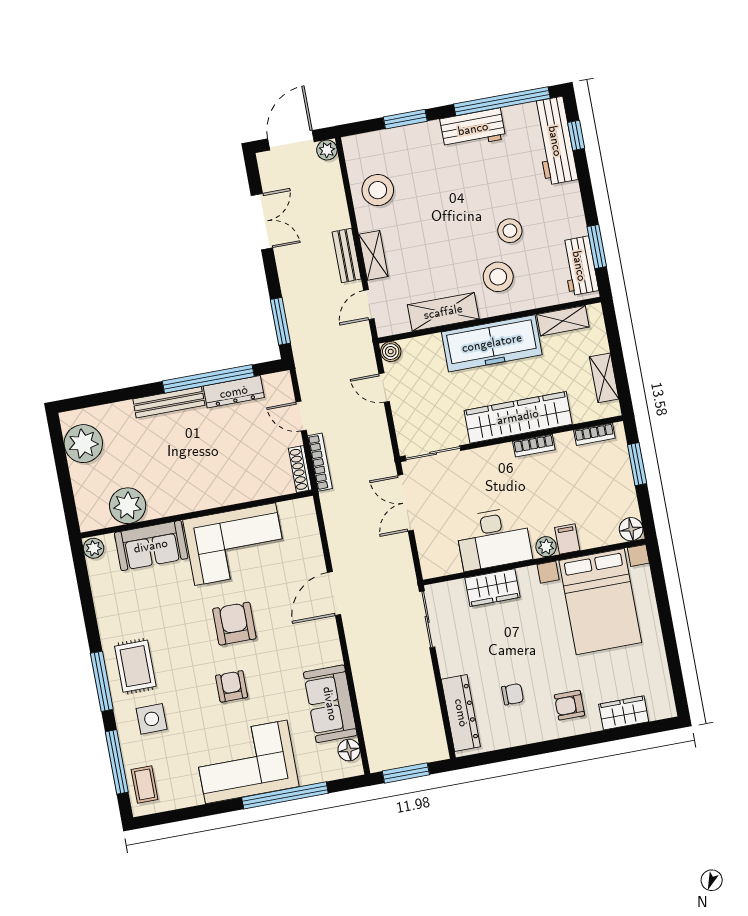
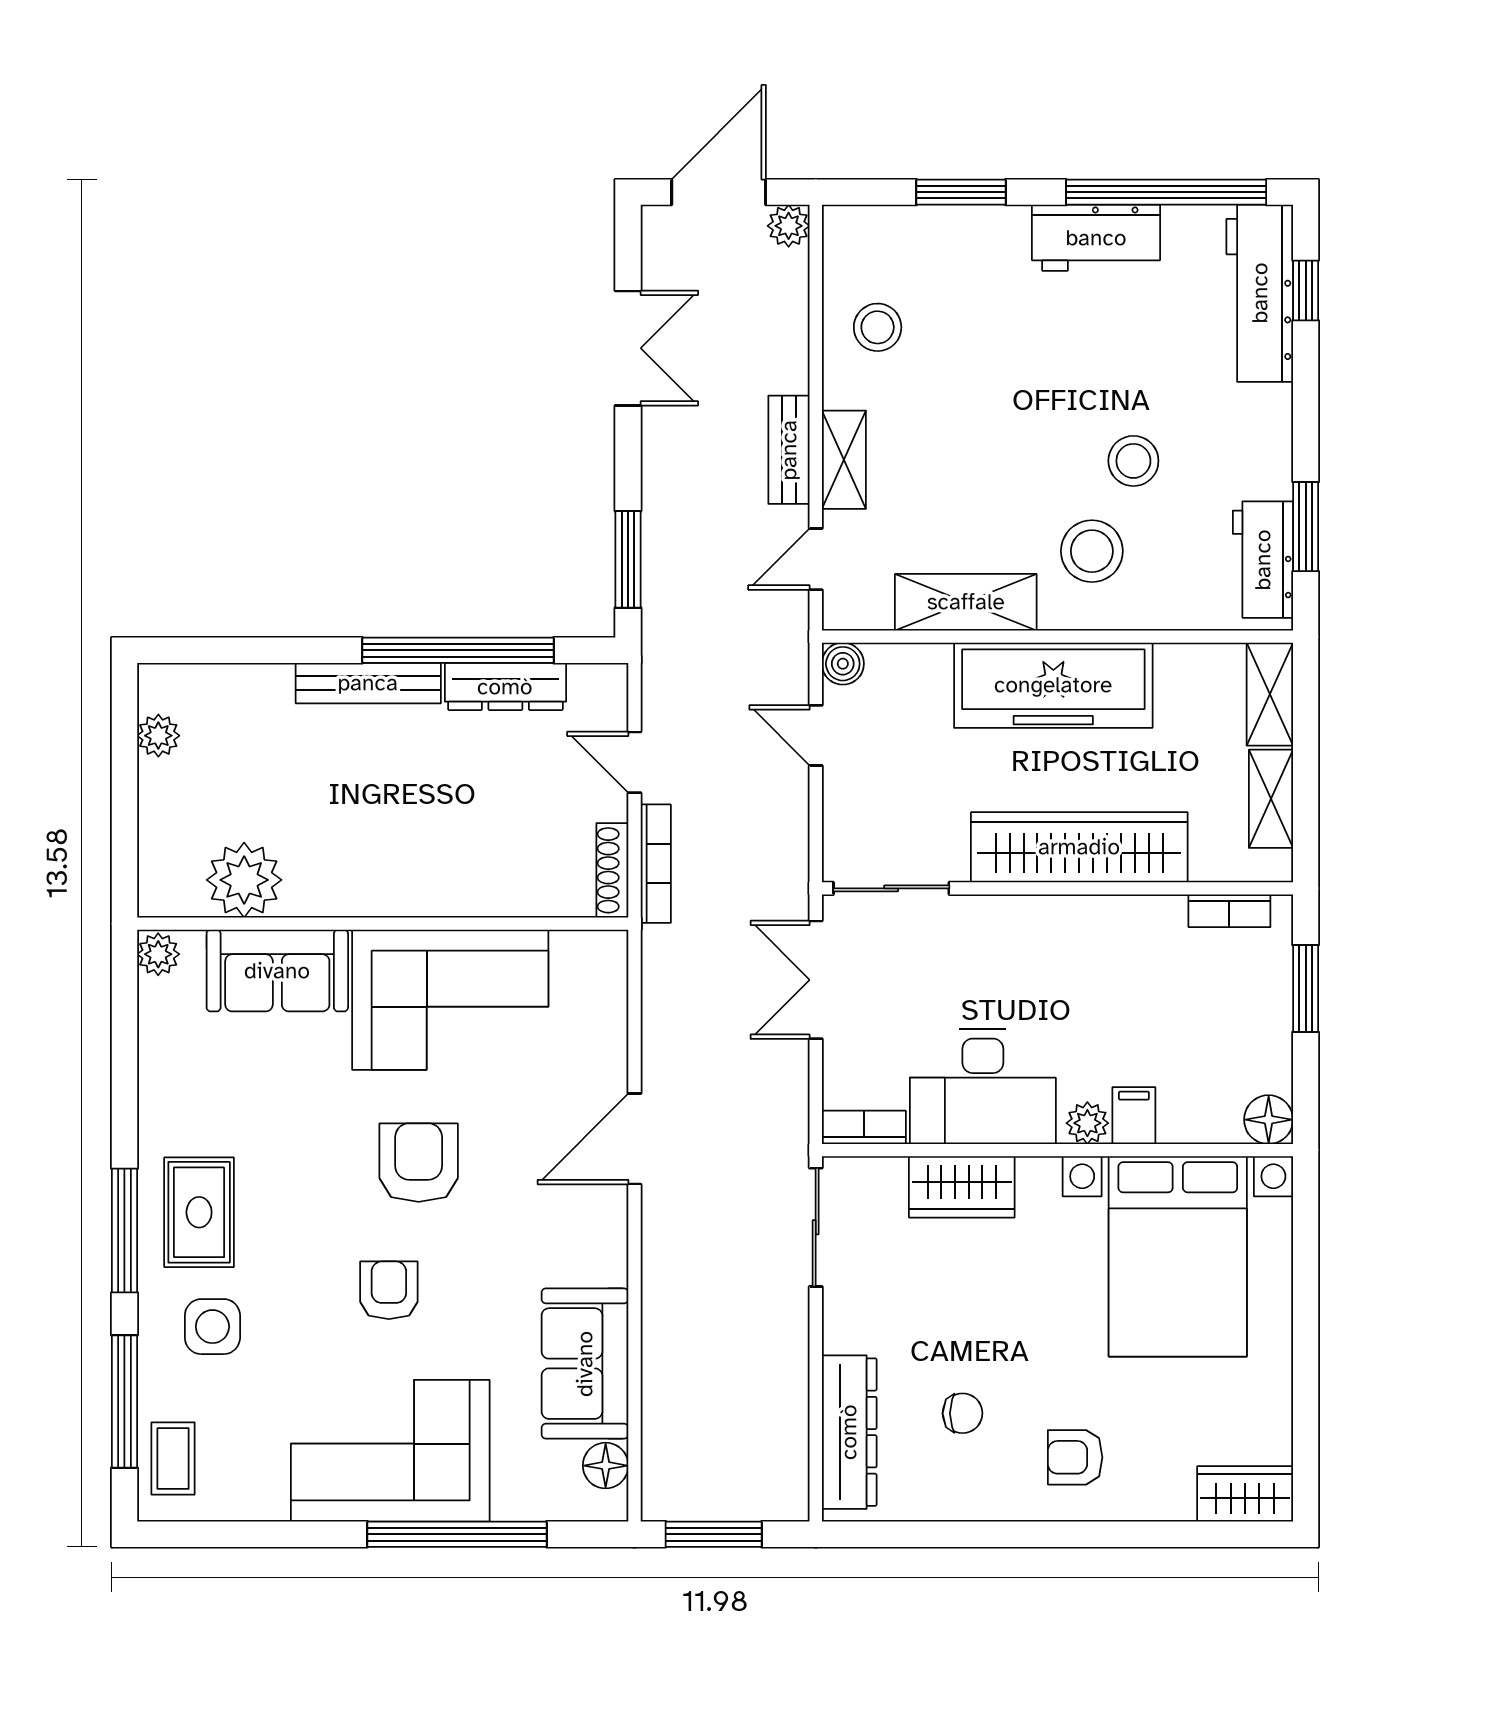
stool: (378, 190) -> (878, 327), width x0.73, depth x0.73
shelving: (563, 321) -> (1270, 694), moved, turned 90
plant: (83, 444) -> (158, 736), width x0.53, depth x0.53
bookcase: (534, 446) -> (864, 1127), moved, turned 180
wardrobe: (624, 713) -> (1245, 1494), moved

